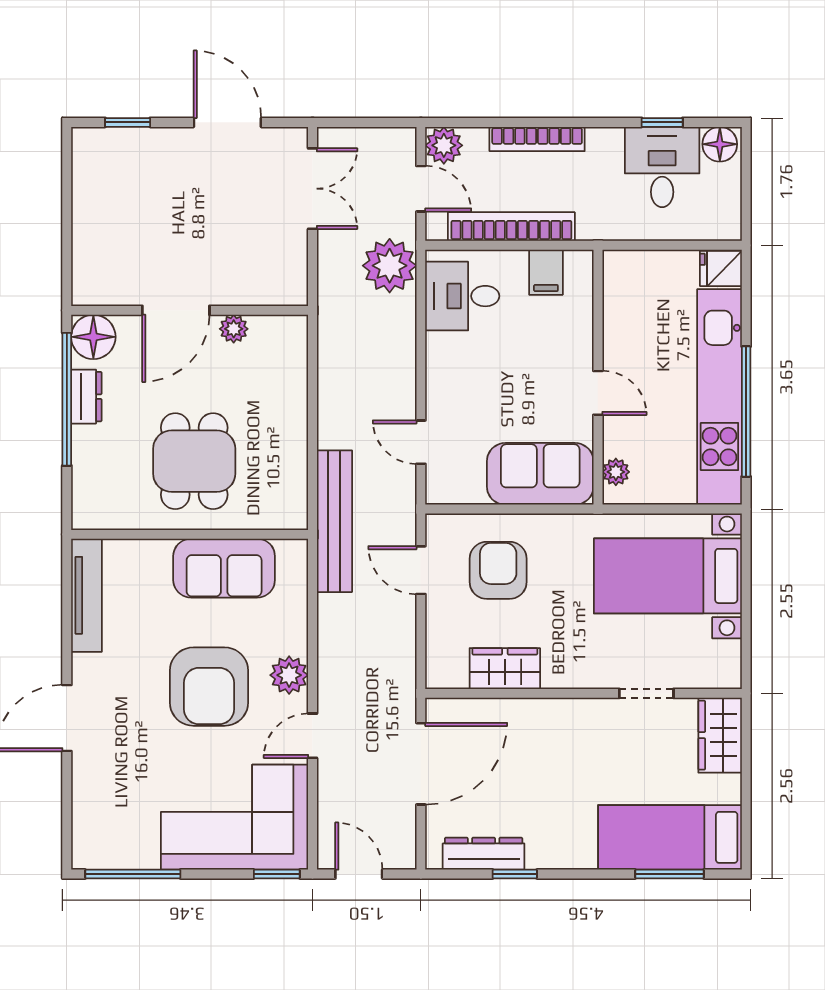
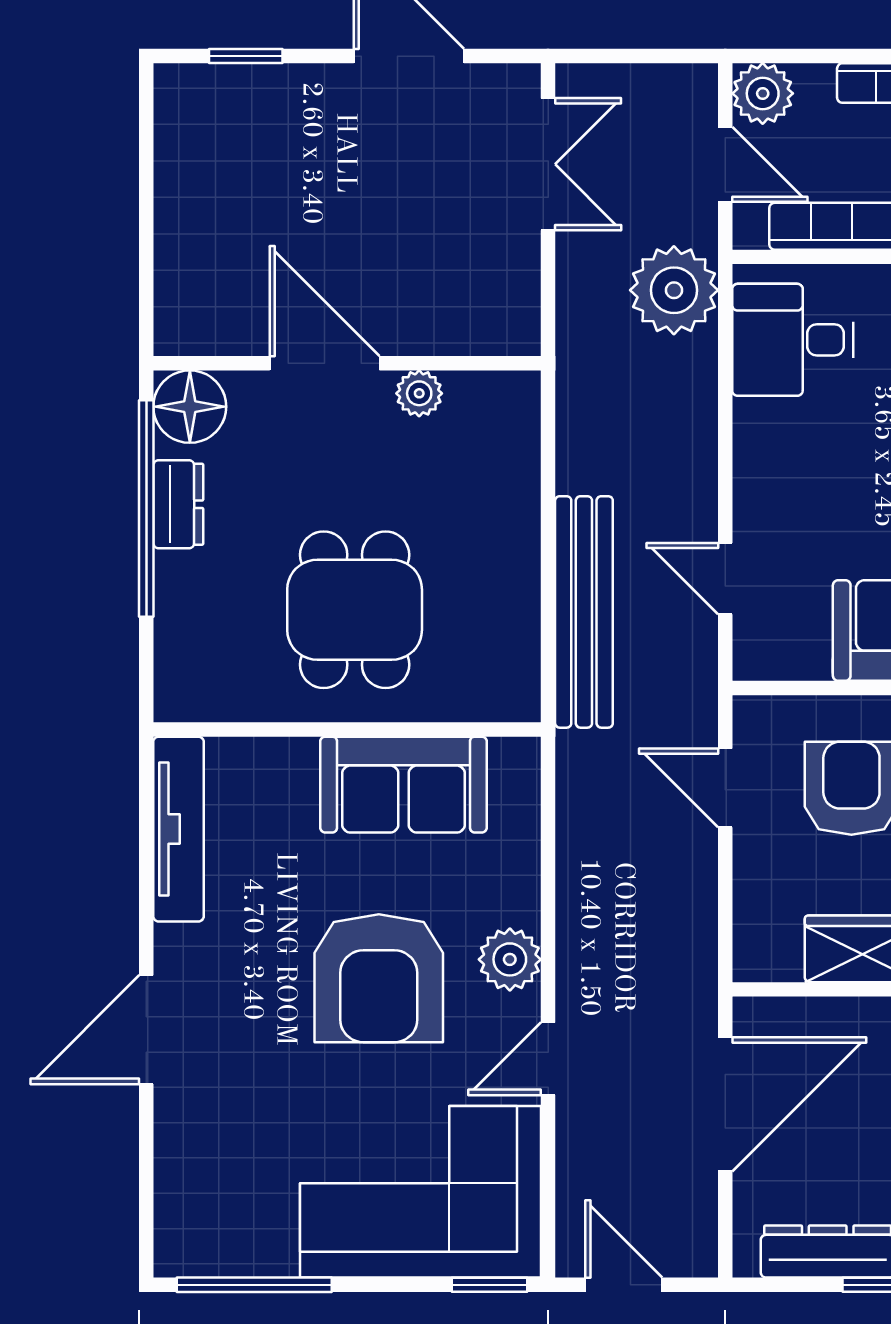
door: (176, 310) -> (325, 363), swing flipped
bench: (334, 521) -> (584, 612), moved

